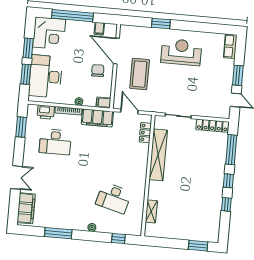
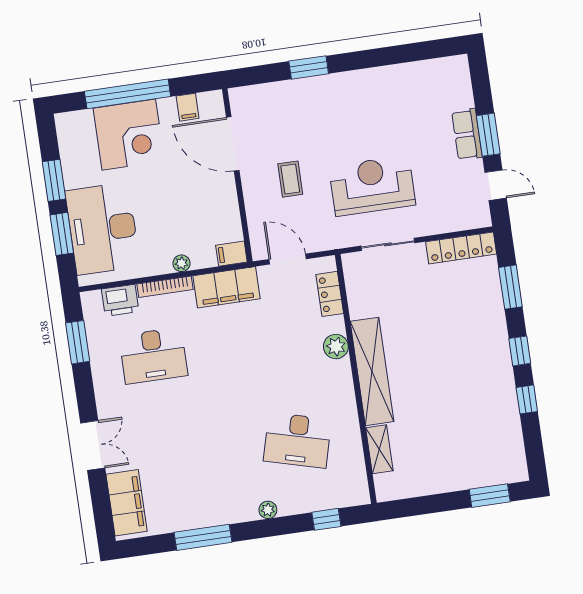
corner desk: (49, 33) -> (129, 135), moved
row of seats: (230, 46) -> (467, 134), moved
reception desk: (181, 52) -> (372, 186), moved
chair: (98, 71) -> (205, 192), removed
coffee table: (140, 74) -> (290, 179), width x0.54, depth x0.58
window: (231, 150) -> (510, 287), width x0.69
shelving: (158, 155) -> (372, 371), moved
plant: (142, 158) -> (336, 347), added

